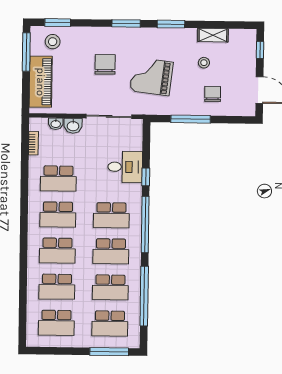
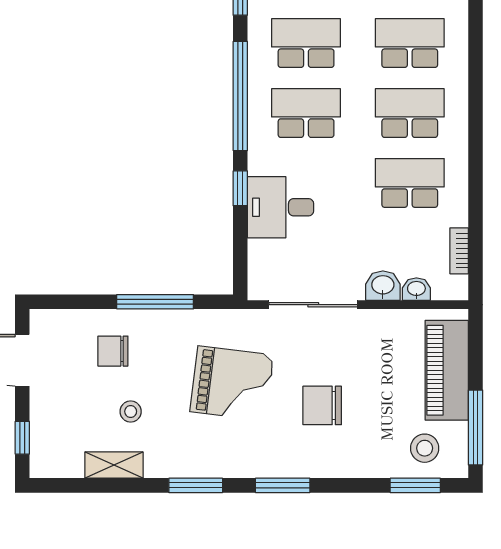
chair: (105, 64) -> (322, 405), turned 90
chair: (213, 94) -> (113, 351), turned 90

